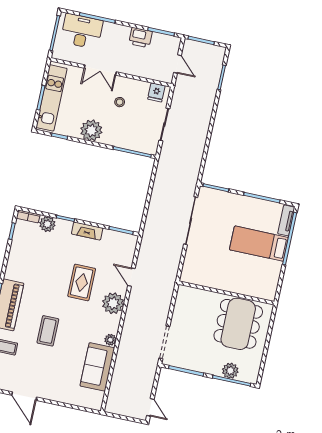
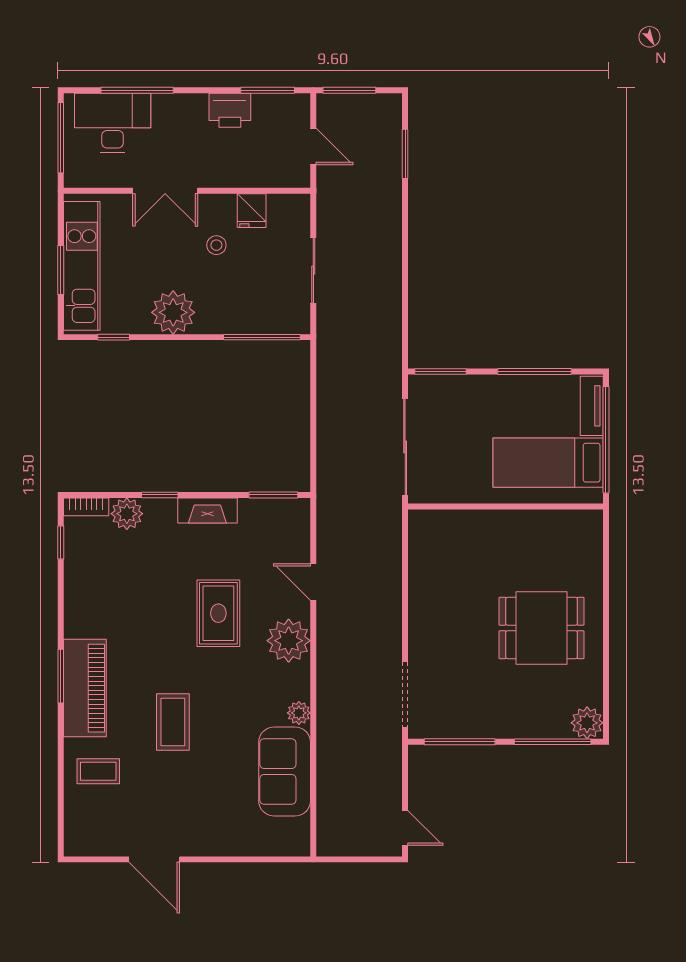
fridge: (156, 92) -> (252, 211), moved
wall: (226, 293) -> (506, 506), moved
dining table: (238, 324) -> (541, 628), width x0.73
plant: (230, 371) -> (587, 723), moved

